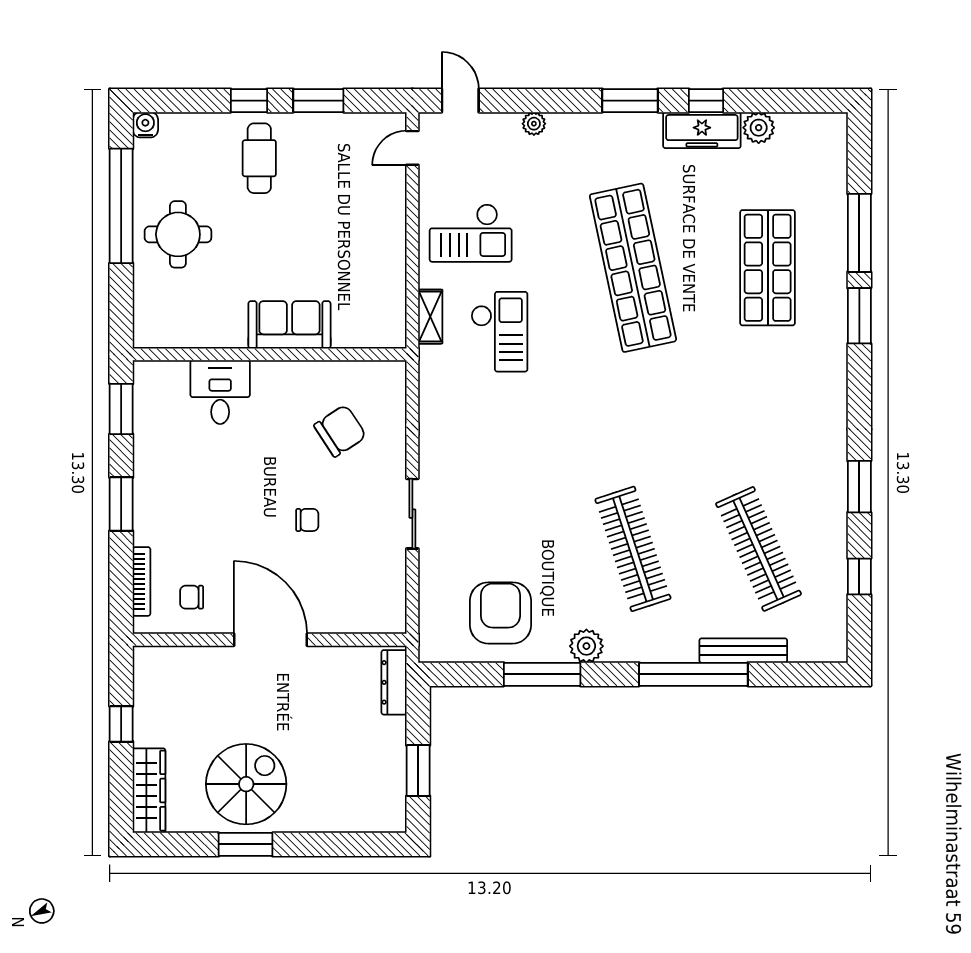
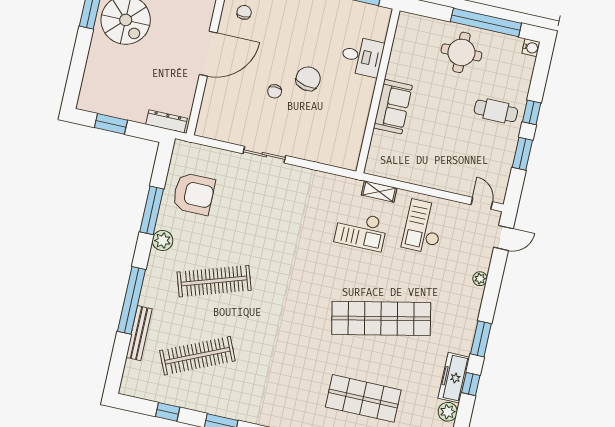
chair: (340, 431) -> (308, 79), moved, turned -135

